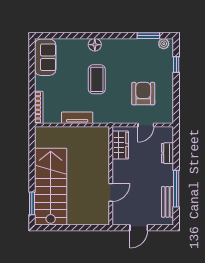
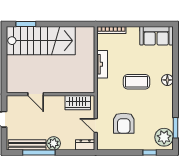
plant: (164, 44) -> (164, 137), width x1.87, depth x1.87
armchair: (143, 94) -> (124, 123), turned 90
dresser: (167, 153) -> (85, 145), moved
plant: (166, 172) -> (54, 143), added
bench: (168, 202) -> (27, 145), width x1.36

